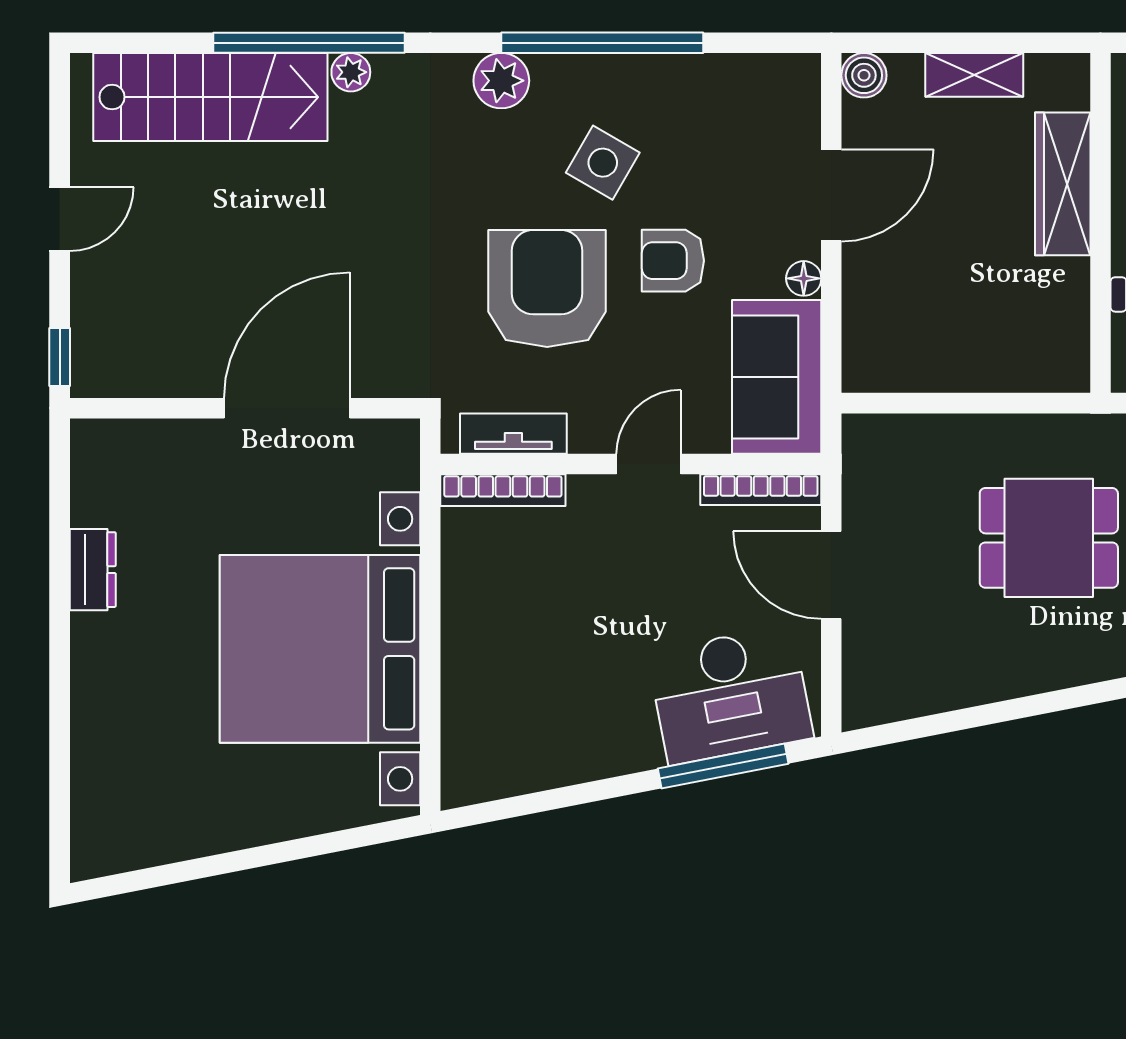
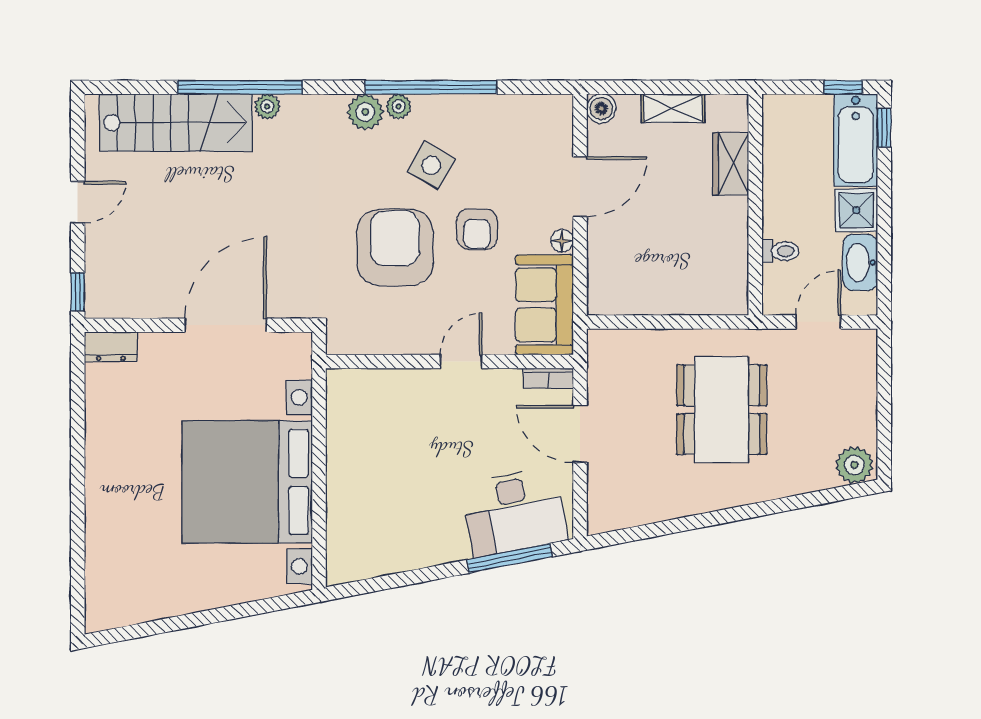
plant: (552, 72) -> (399, 106), added
wardrobe: (1063, 184) -> (731, 164), width x0.67
armchair: (673, 261) -> (477, 229), turned -90
tv unit: (513, 434) -> (373, 342), removed
bookcase: (503, 490) -> (366, 379), removed
bookcase: (761, 490) -> (548, 378), width x0.64
dining table: (1049, 538) -> (722, 410), width x1.37
dresser: (93, 570) -> (111, 347), moved, turned 90

